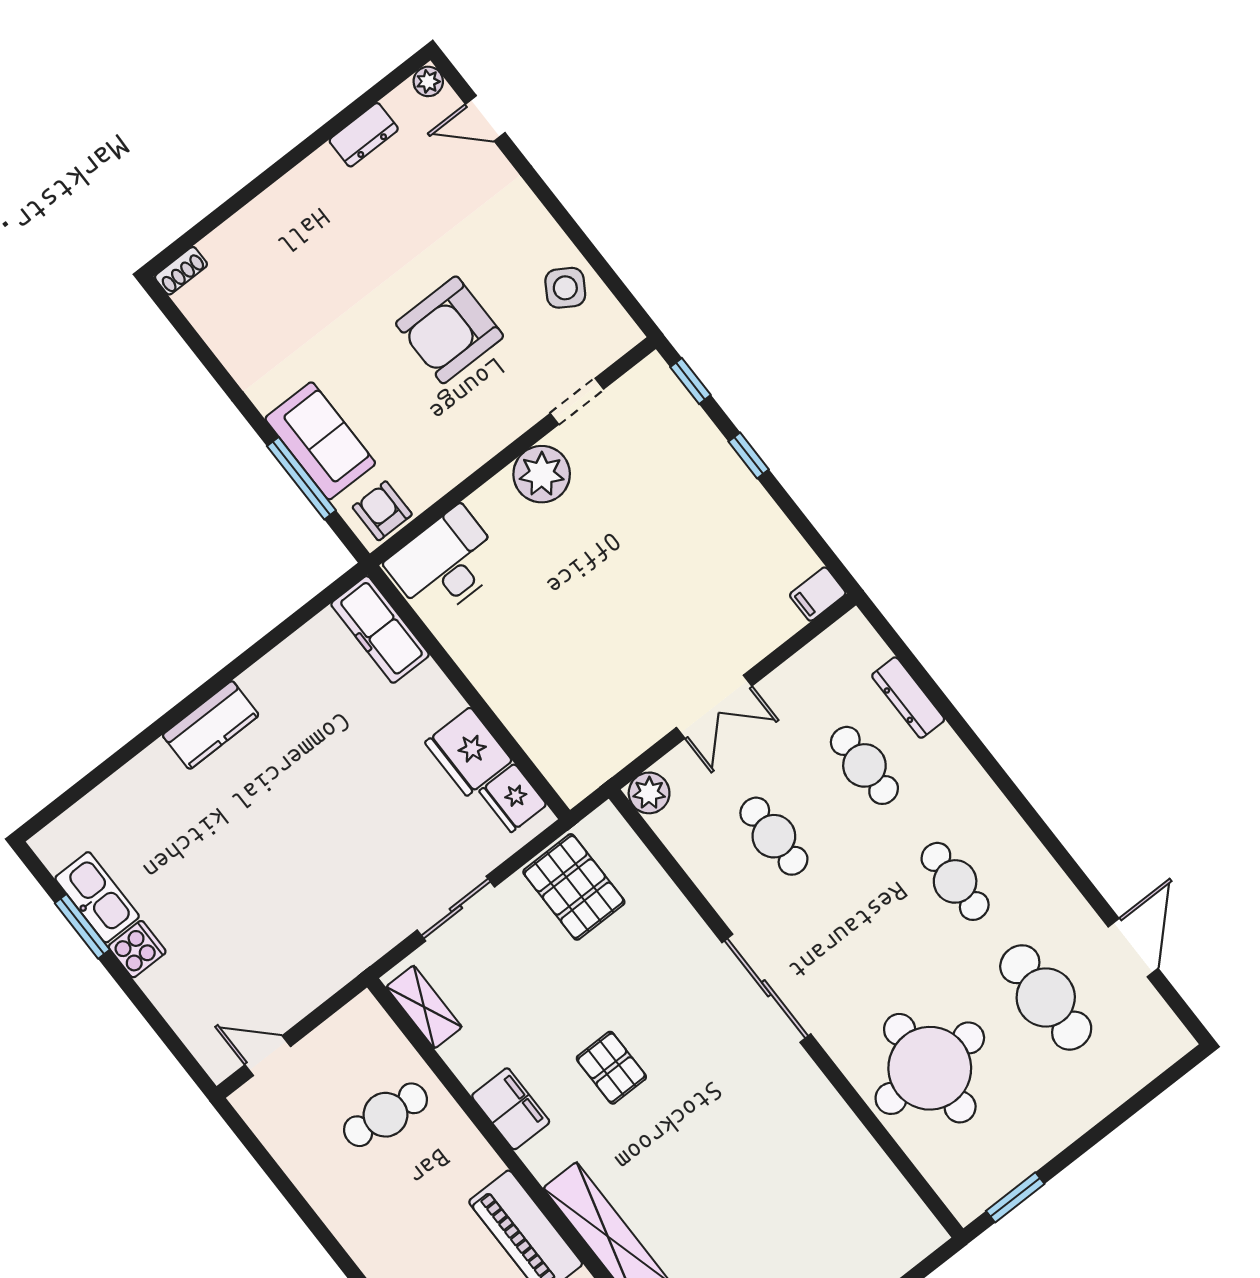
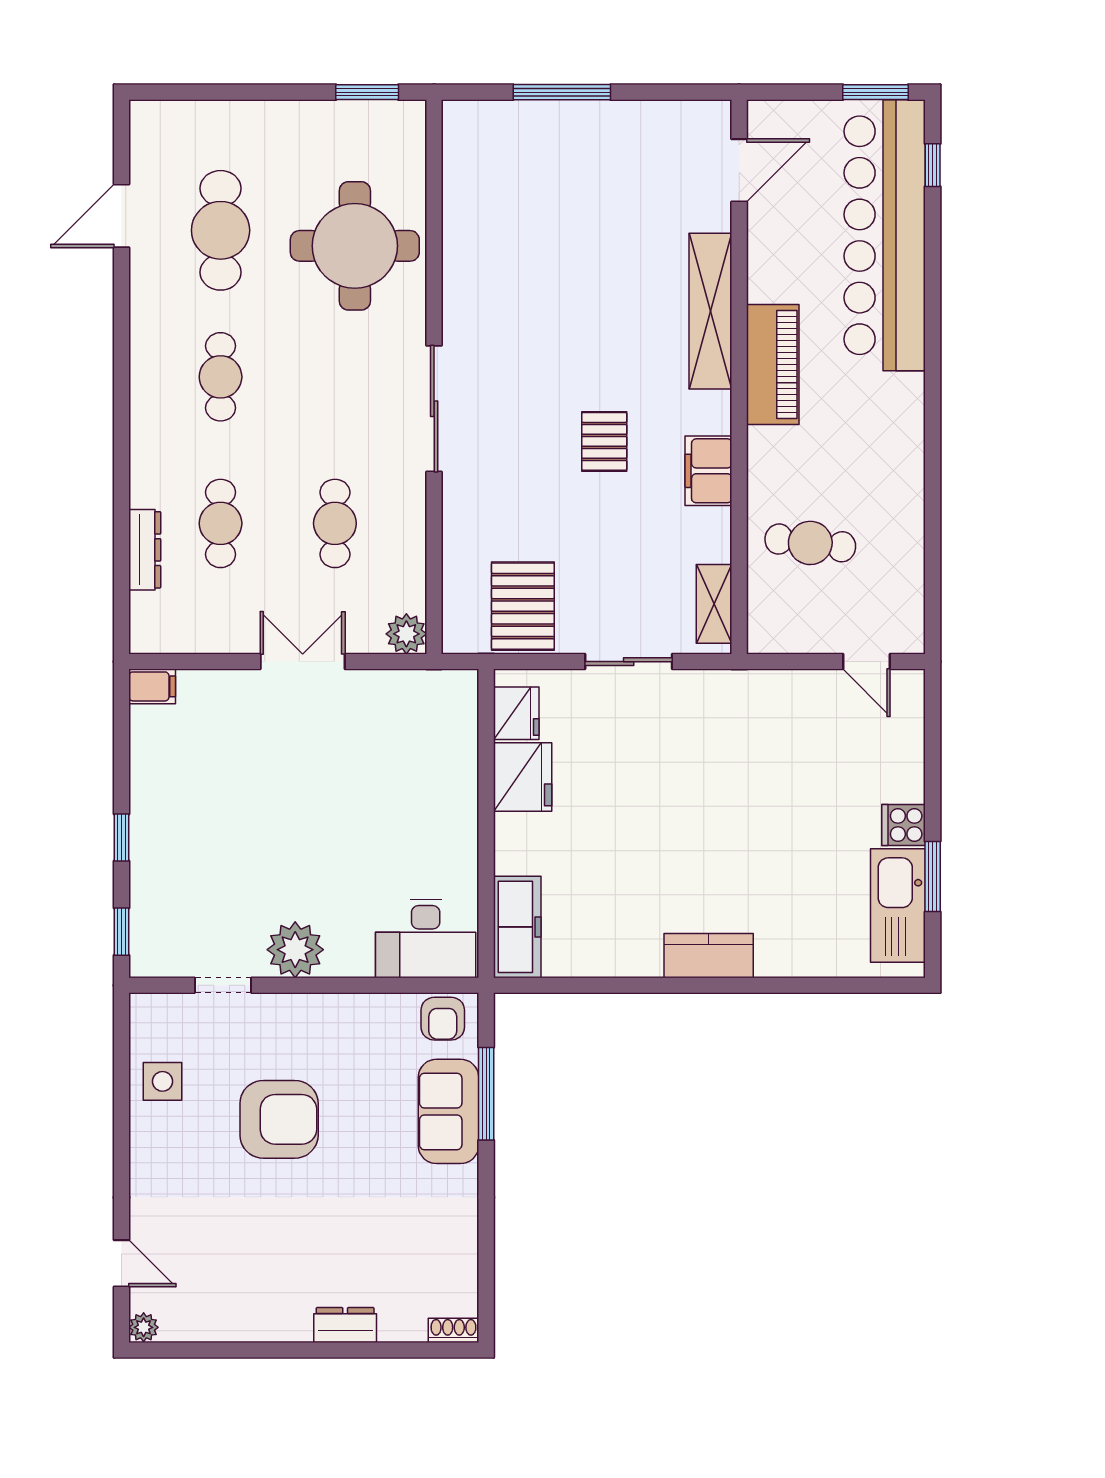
dresser: (364, 135) -> (345, 1325), moved
side table: (565, 288) -> (163, 1081), turned -32
kitchen sink: (97, 897) -> (898, 905), width x1.36, depth x1.24

